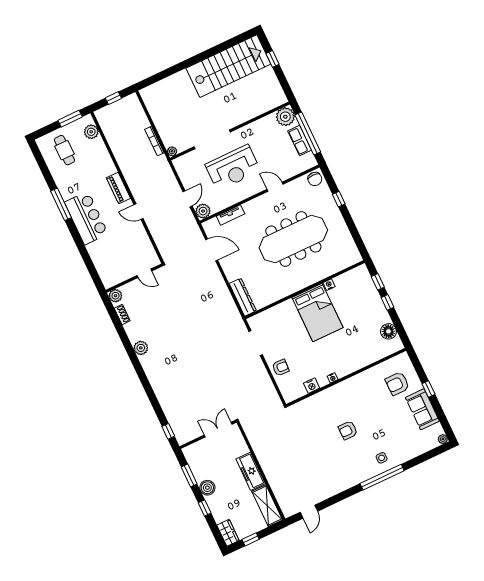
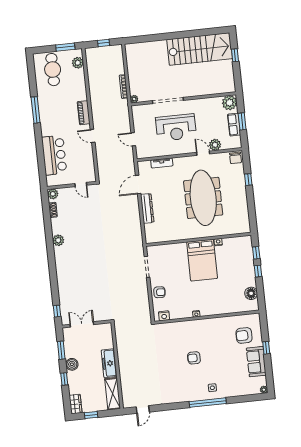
window: (308, 133) -> (242, 121), width x0.47
cafe table: (64, 150) -> (53, 70), width x1.37, depth x1.35
door: (188, 199) -> (133, 139), swing flipped
plant: (203, 211) -> (215, 145), moved
bar counter: (86, 218) -> (54, 155), moved
meeting table: (293, 239) -> (203, 198), turned 90
door: (212, 250) -> (138, 184), swing flipped
dresser: (243, 297) -> (147, 208), moved
nightstand: (312, 386) -> (164, 316), moved
double door: (218, 430) -> (82, 324), moved

